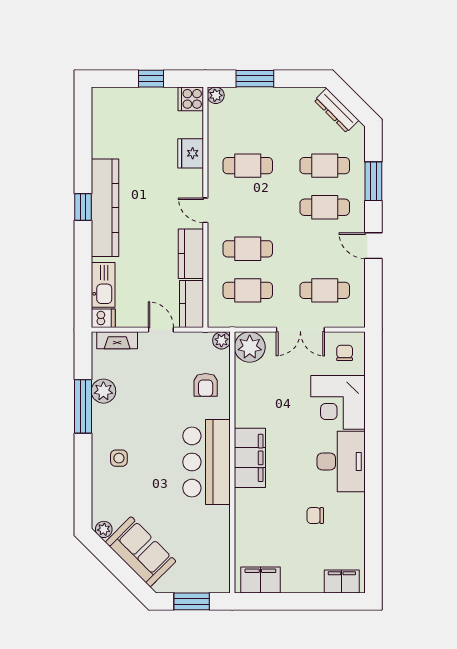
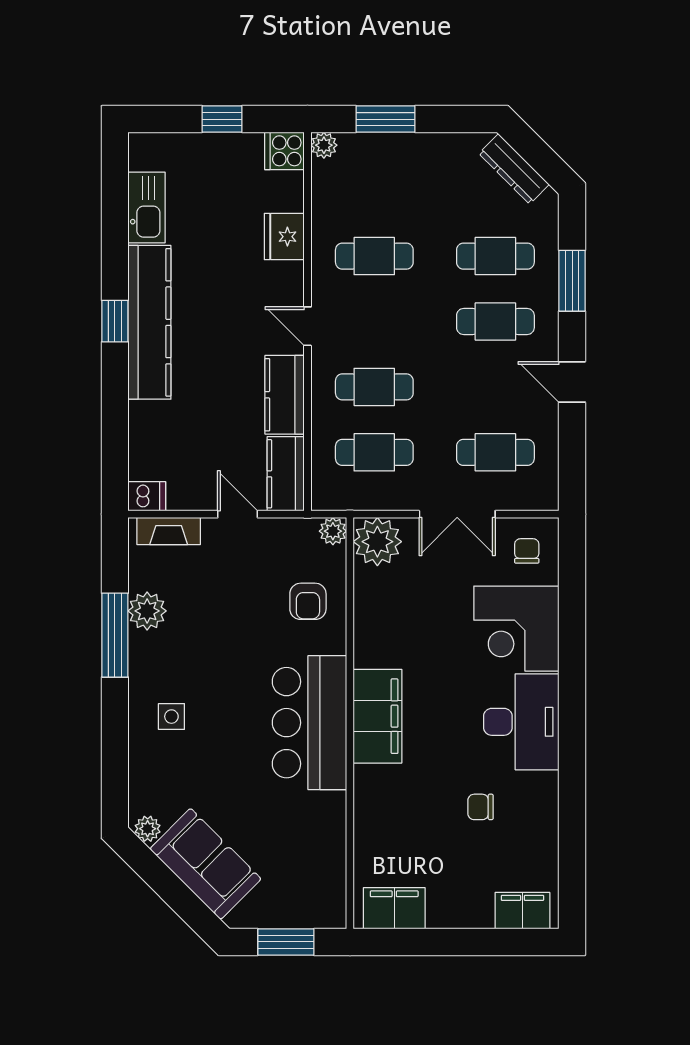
kitchen sink: (103, 285) -> (147, 208), moved

